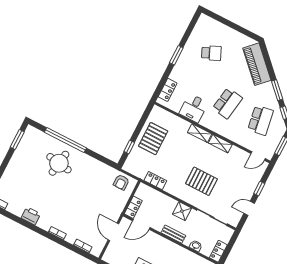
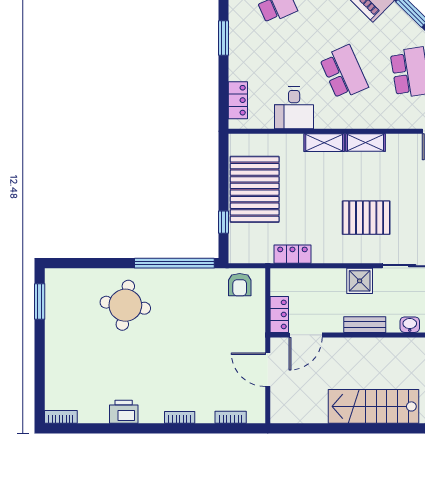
school desk: (227, 103) -> (344, 72), turned -33
pallet: (153, 139) -> (255, 189), width x1.37, depth x1.41
window: (65, 140) -> (174, 263), moved

